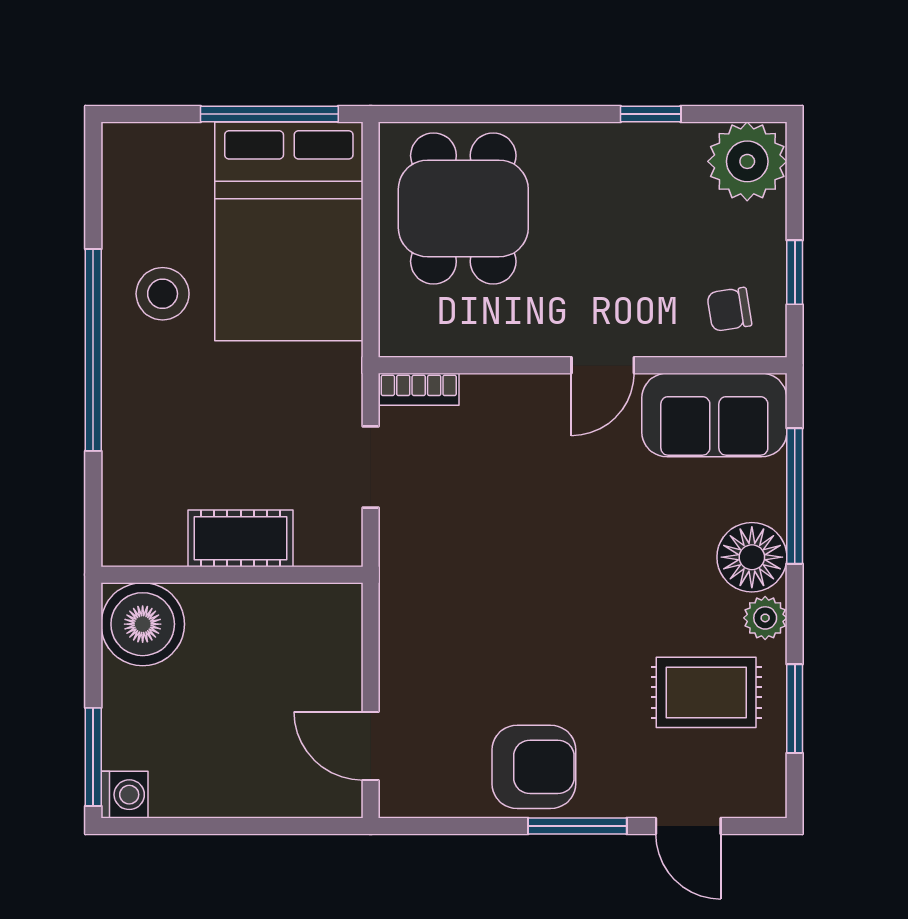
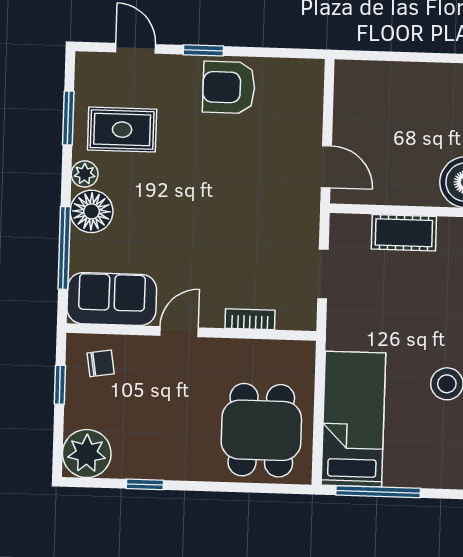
bed: (289, 231) -> (353, 419), width x0.67
bookcase: (419, 389) -> (250, 319), moved
door: (371, 746) -> (326, 167), moved
window: (577, 826) -> (203, 50), width x0.67

